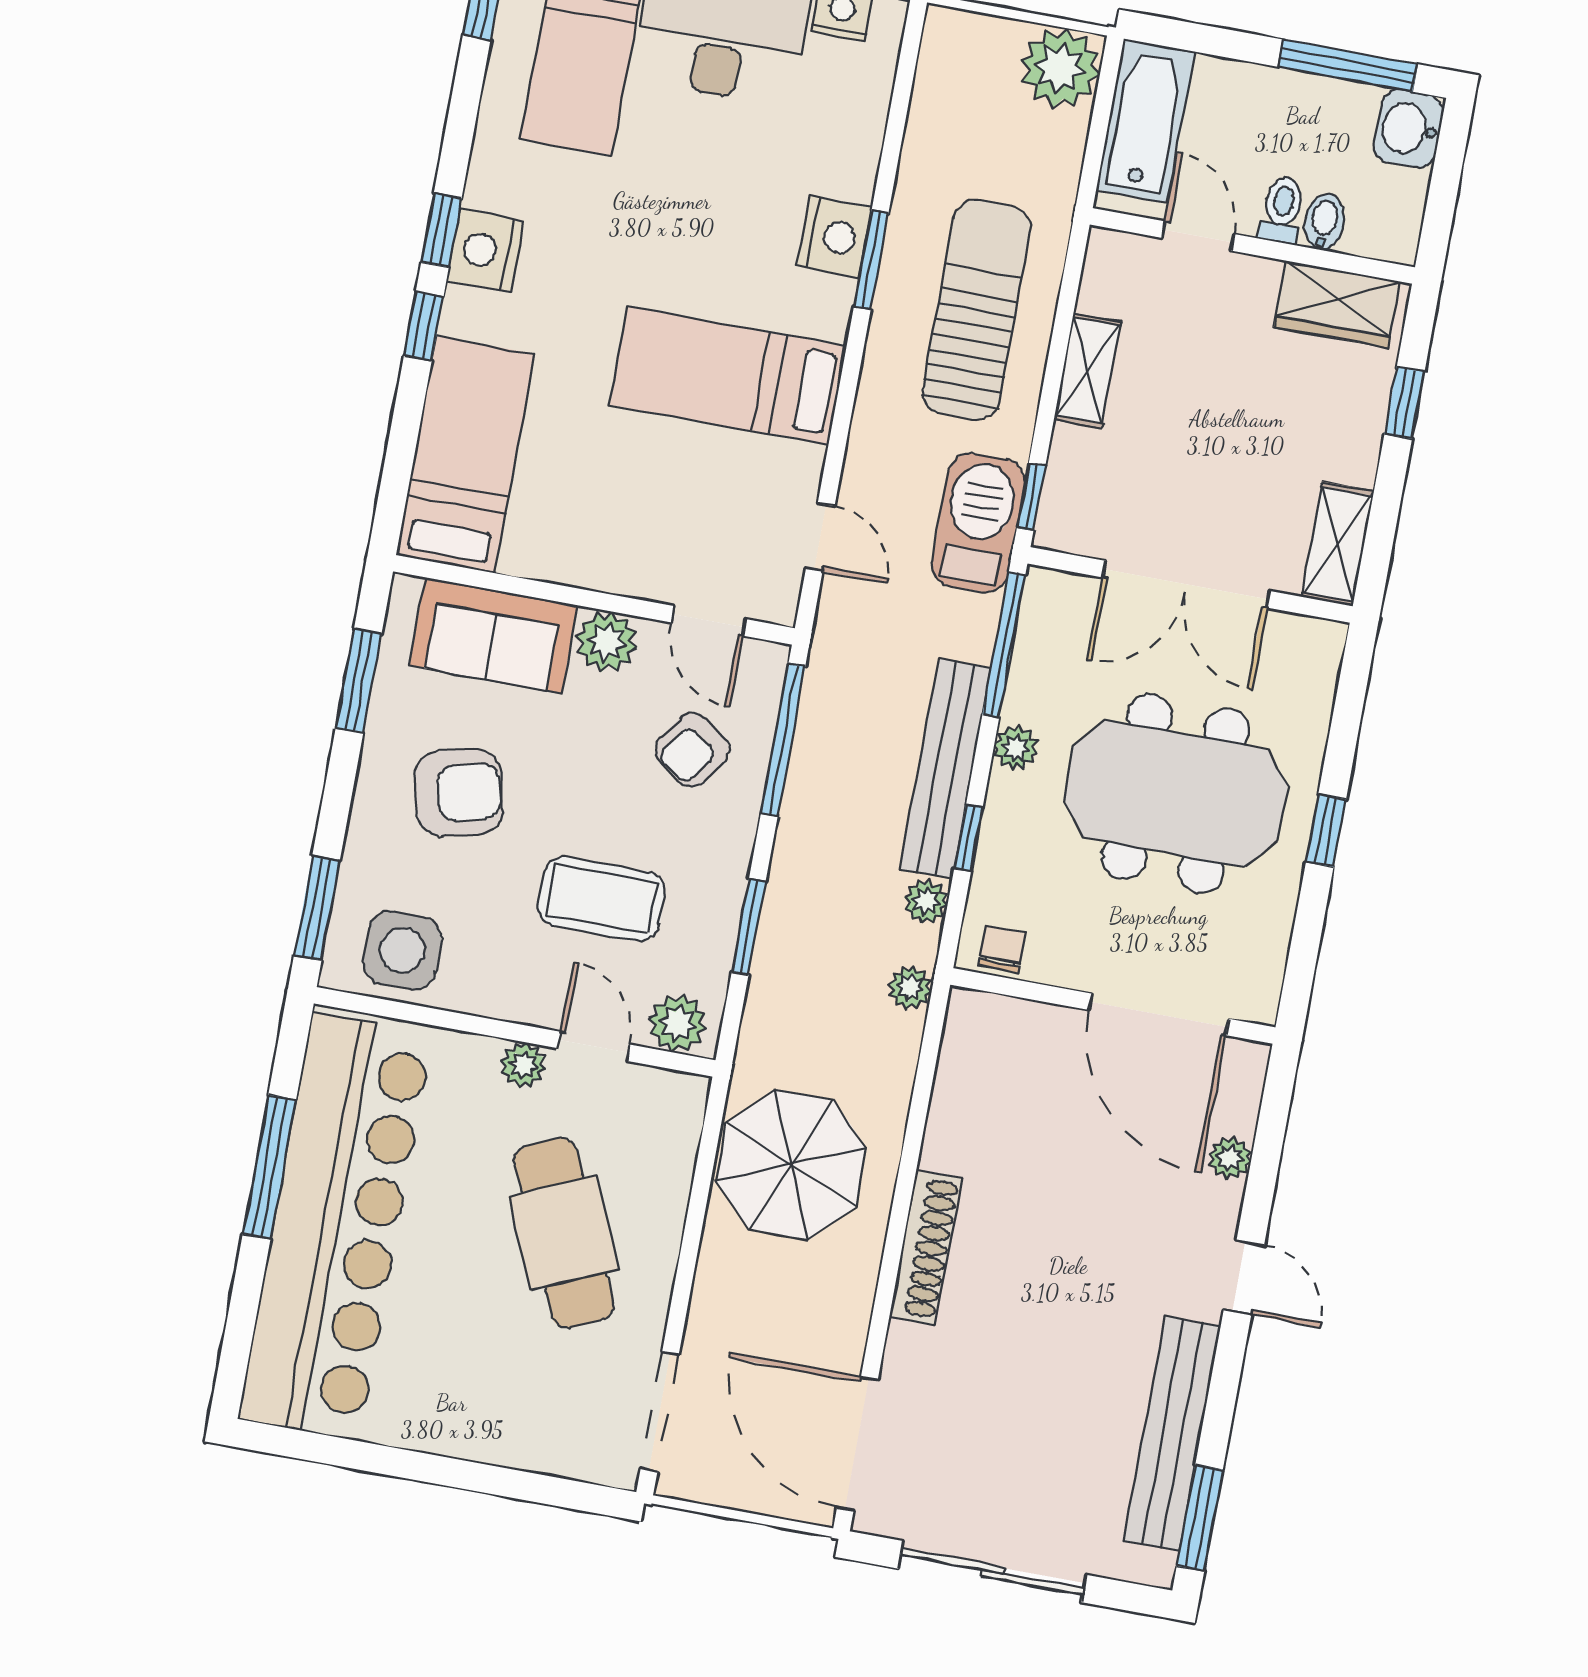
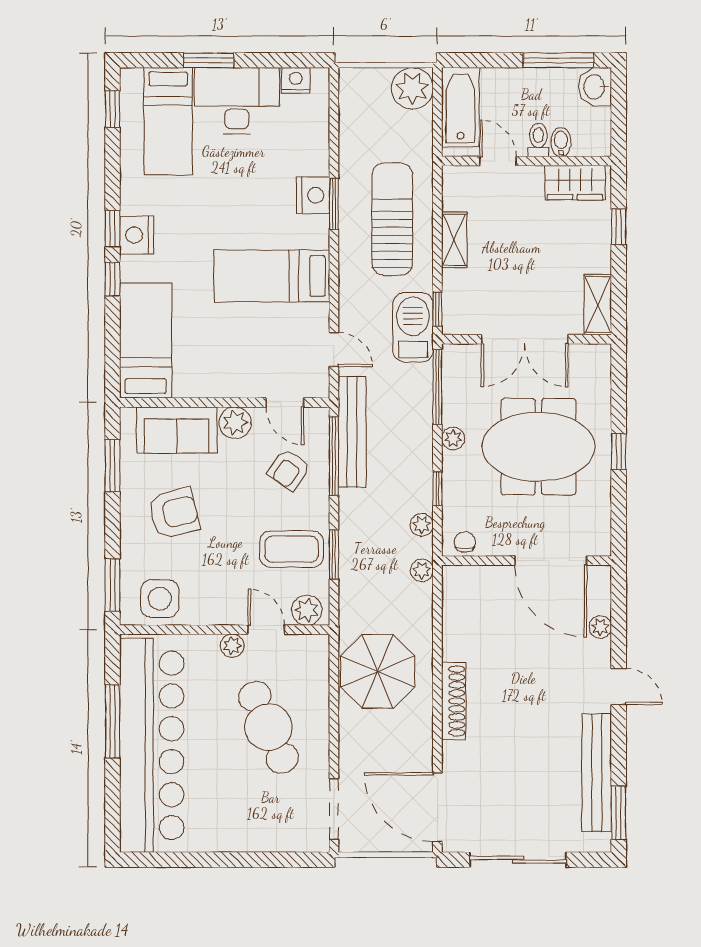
bench: (946, 769) -> (352, 432), moved
coffee table: (601, 899) -> (292, 549), moved

